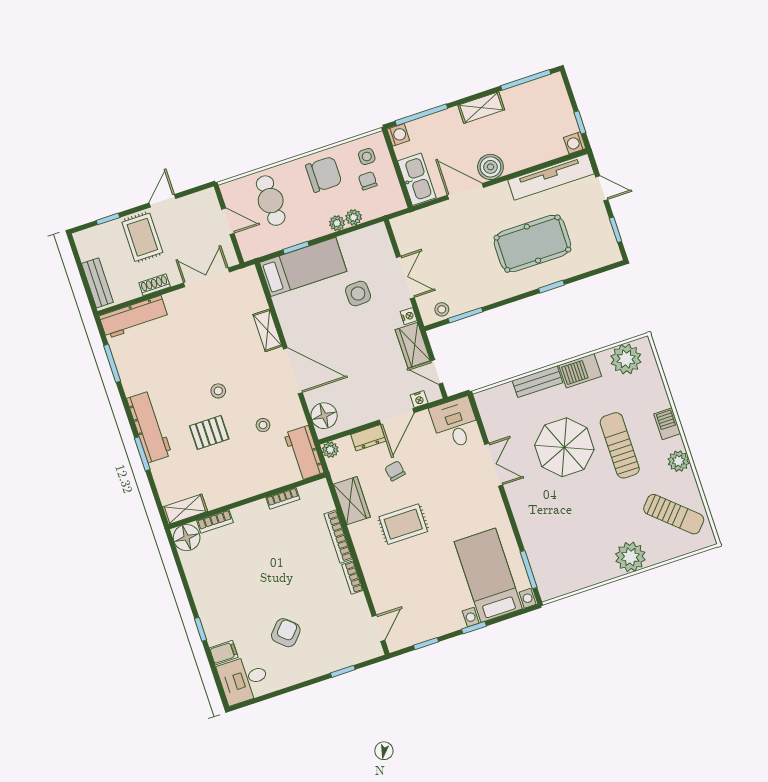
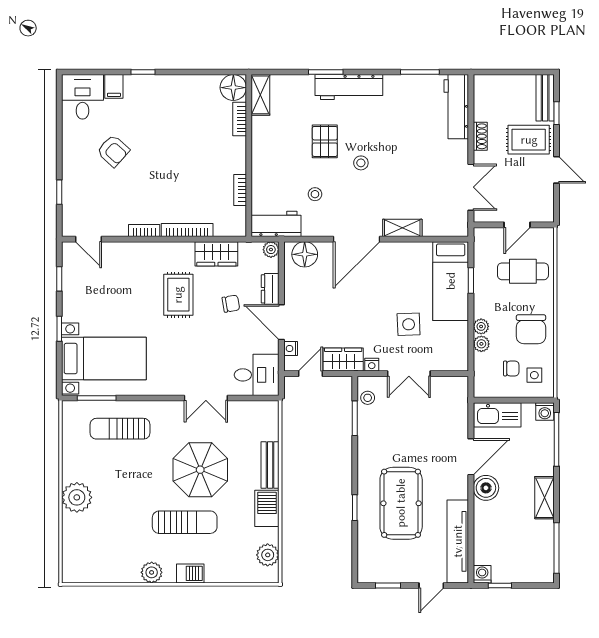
bench: (97, 283) -> (545, 98), moved, turned 90
plant: (626, 359) -> (268, 555), width x0.73, depth x0.73
sun lounger: (674, 514) -> (120, 429), moved, turned 48

